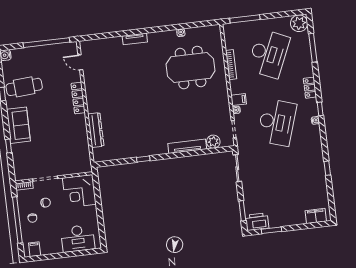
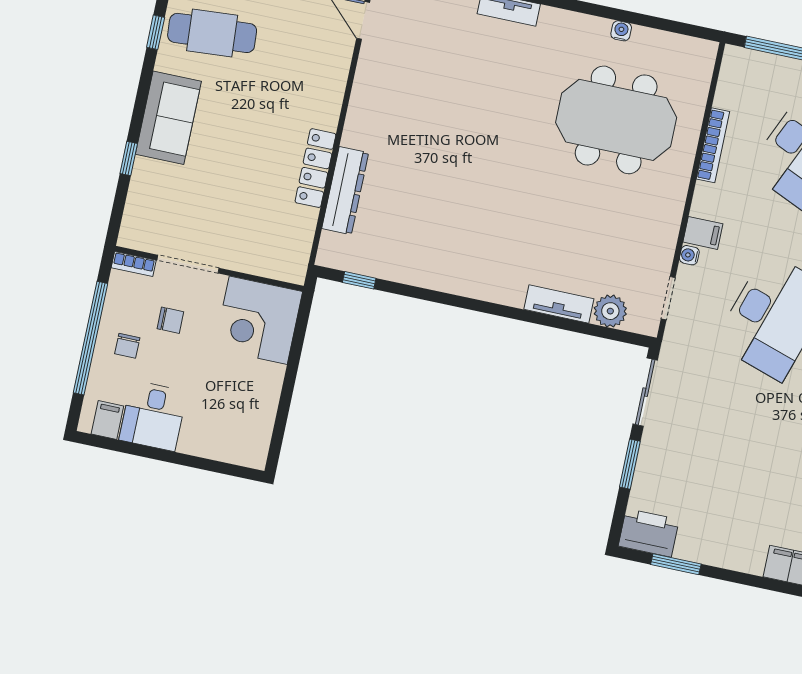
locker: (78, 98) -> (315, 168), moved
tv unit: (187, 146) -> (559, 304), width x0.71
window: (143, 159) -> (359, 280), moved
window: (242, 211) -> (630, 464), moved
desk: (78, 238) -> (153, 416), moved, width x0.73

